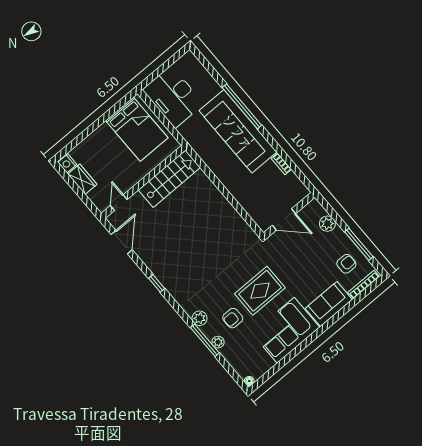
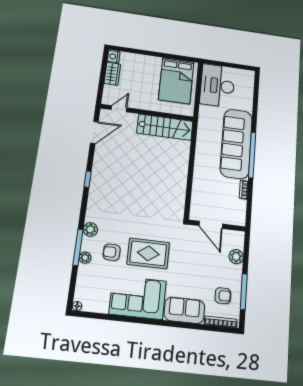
window: (242, 106) -> (252, 155), moved

